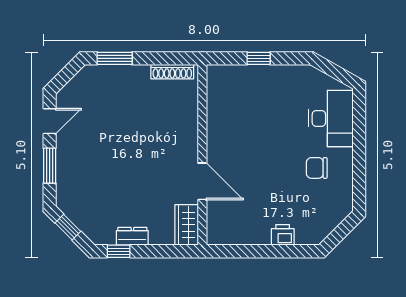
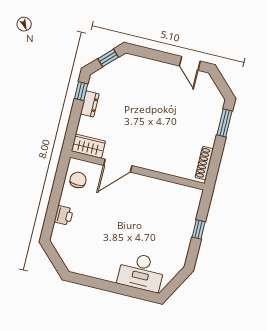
window: (50, 166) -> (157, 55), removed
chair: (317, 168) -> (78, 180), moved

